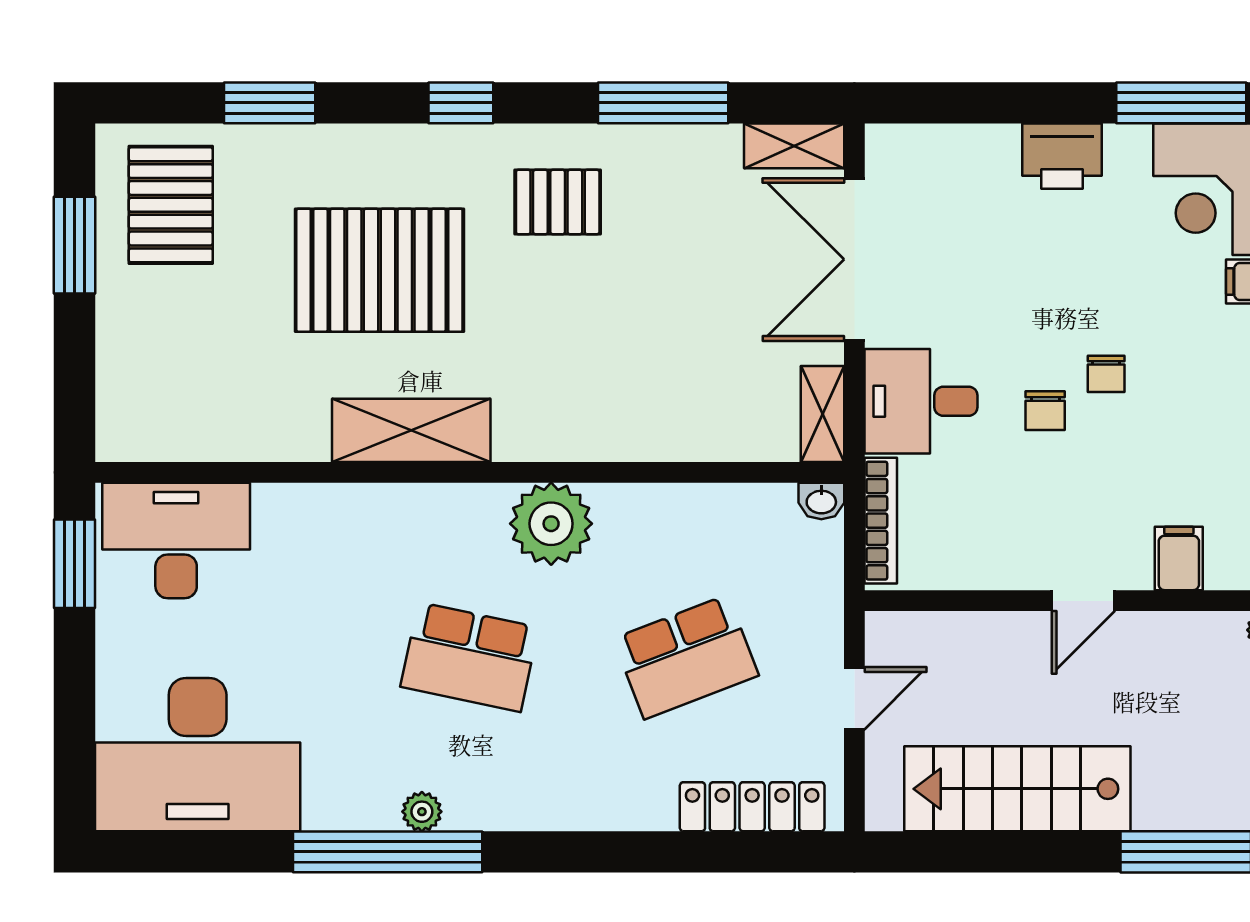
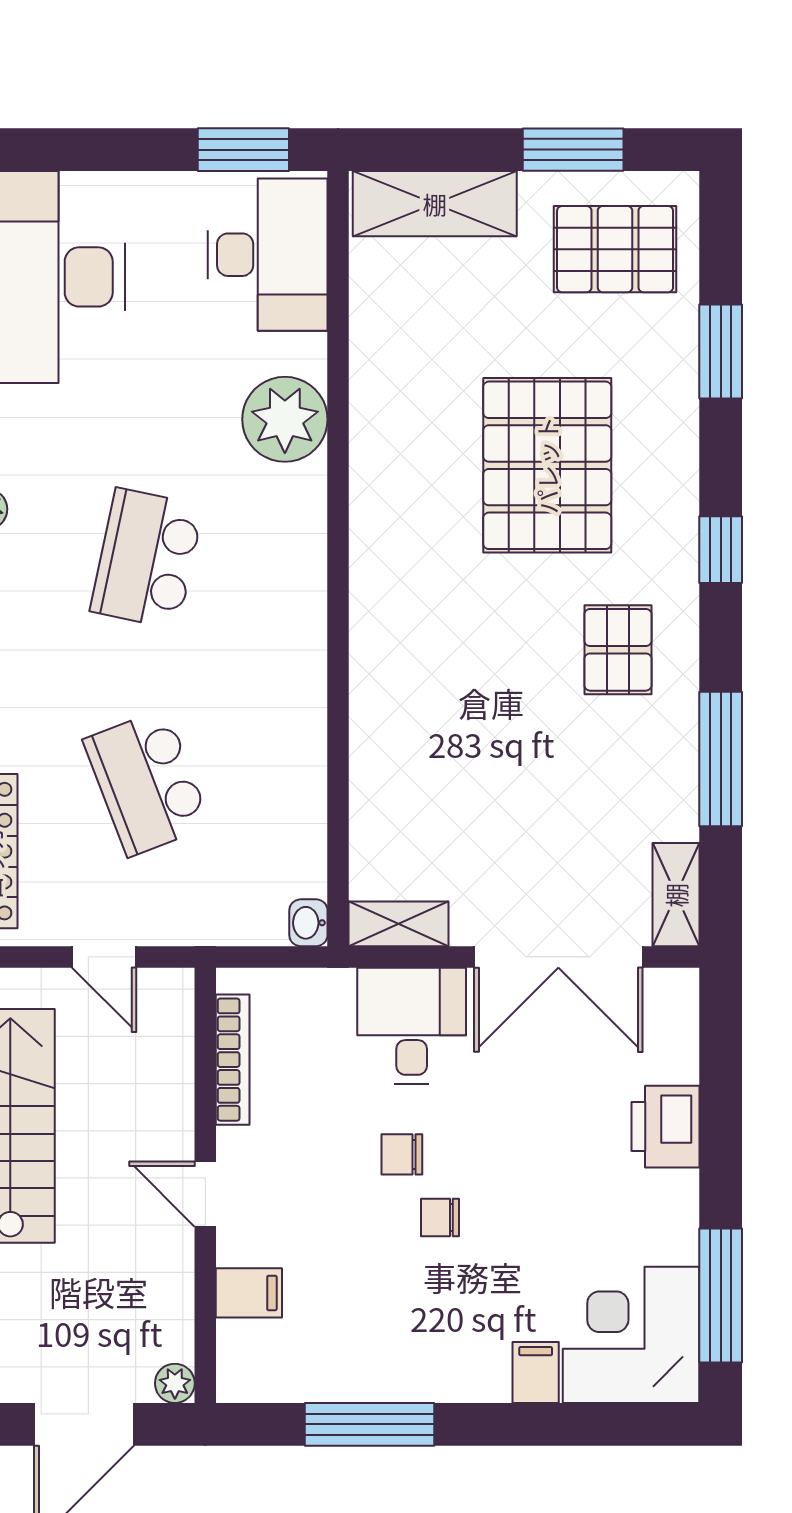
printer: (1062, 156) -> (665, 1127), moved
double door: (854, 259) -> (558, 957), swing flipped
shelving: (411, 430) -> (435, 204), moved, turned 90
bookcase: (881, 521) -> (233, 1060), moved, turned -90
plant: (551, 524) -> (285, 419), moved

